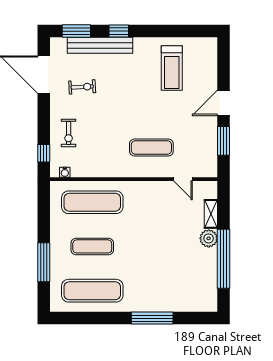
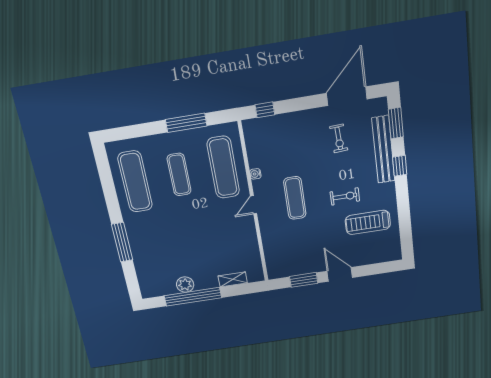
exercise bike: (69, 133) -> (345, 196), moved, turned 180
exercise mat: (151, 148) -> (295, 198), moved
water cooler: (65, 172) -> (255, 174), moved
door: (183, 179) -> (254, 205), moved
plant: (209, 238) -> (185, 285), moved
window: (44, 262) -> (186, 123), moved

